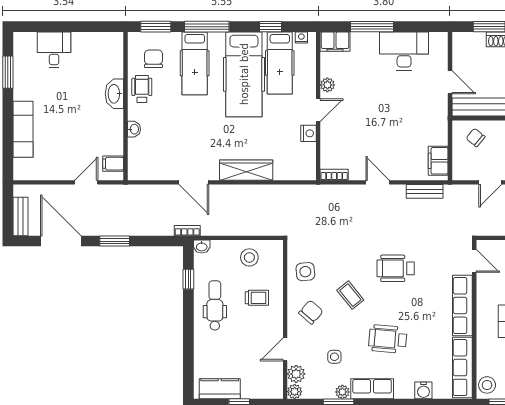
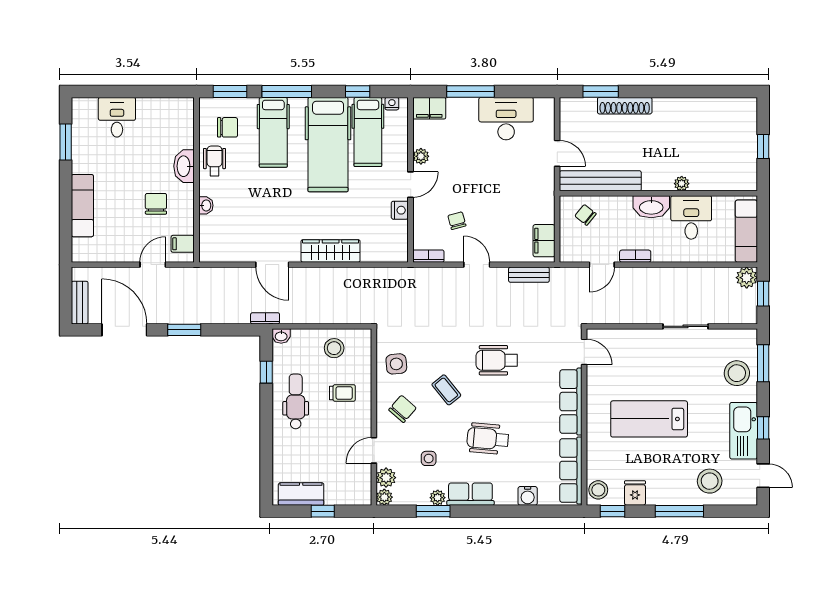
chair: (153, 59) -> (227, 127), turned 90
chair: (89, 128) -> (156, 204), added
chair: (360, 143) -> (457, 221), added

